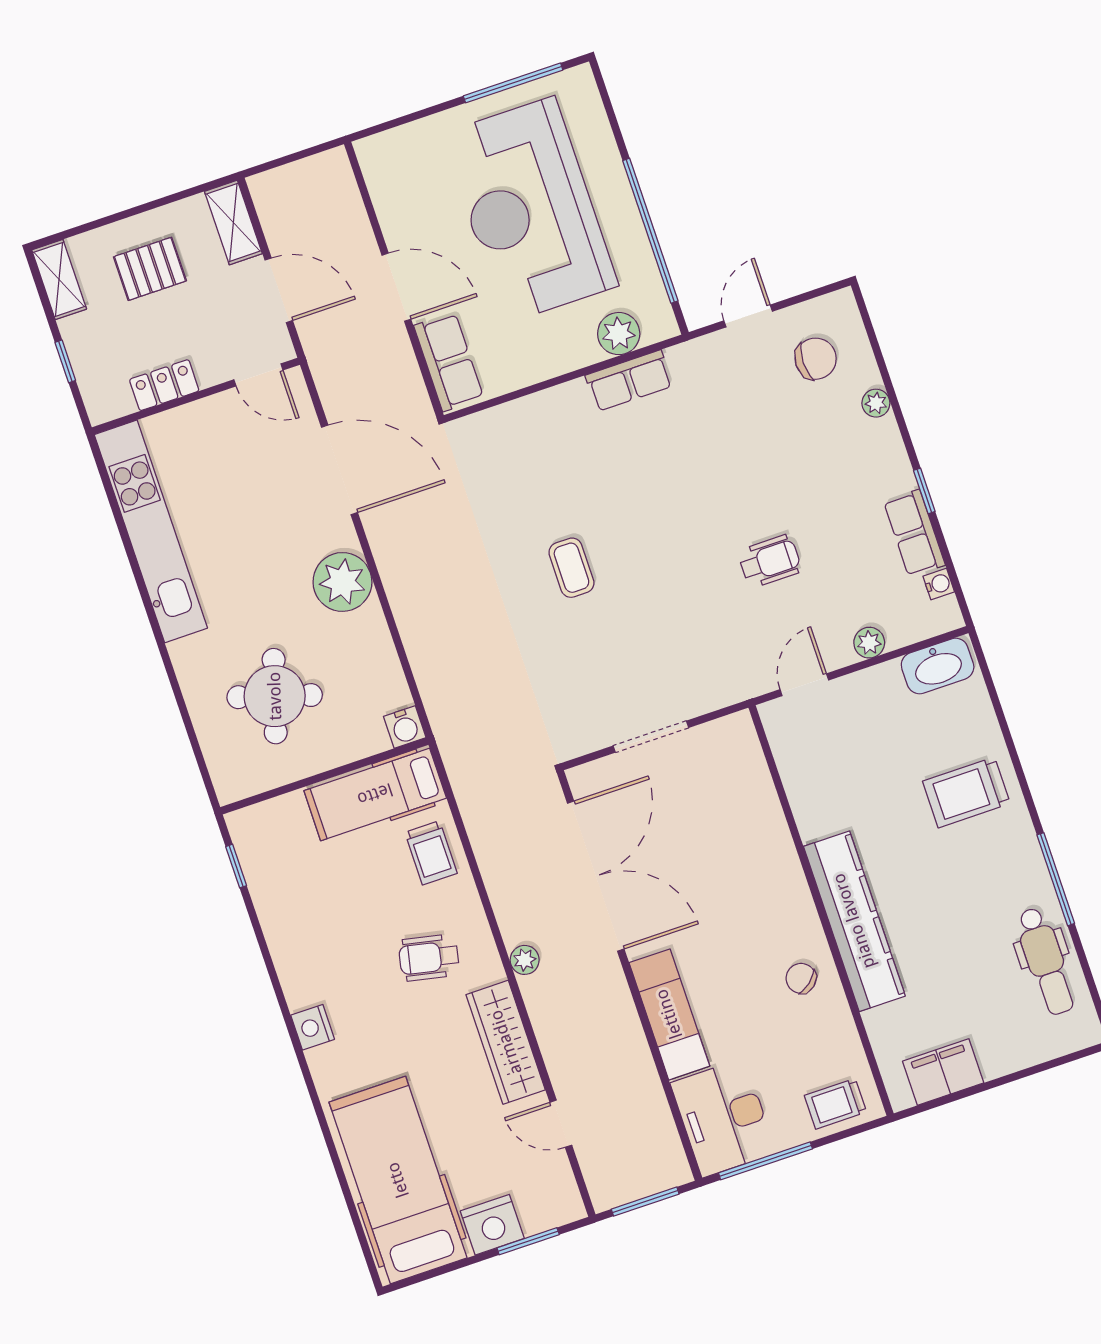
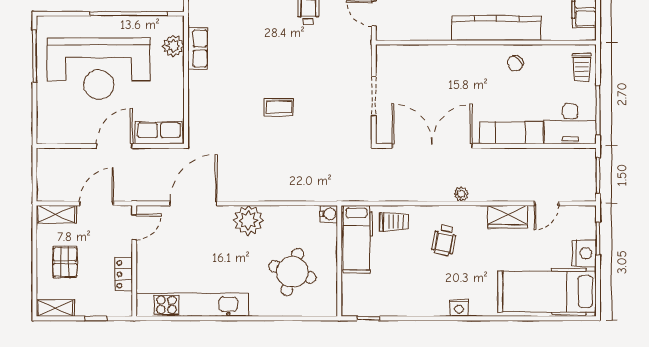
wardrobe: (506, 1042) -> (508, 217), width x0.67

